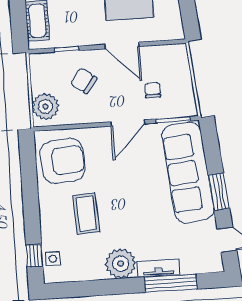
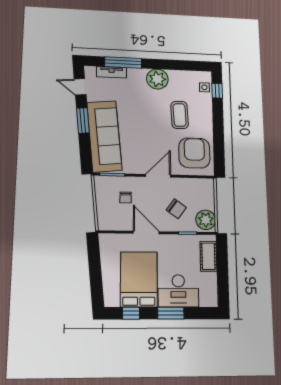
plant: (45, 107) -> (206, 220), moved
door: (128, 123) -> (158, 176), moved
armchair: (63, 161) -> (194, 153), turned 95
tv unit: (158, 268) -> (112, 72), moved

